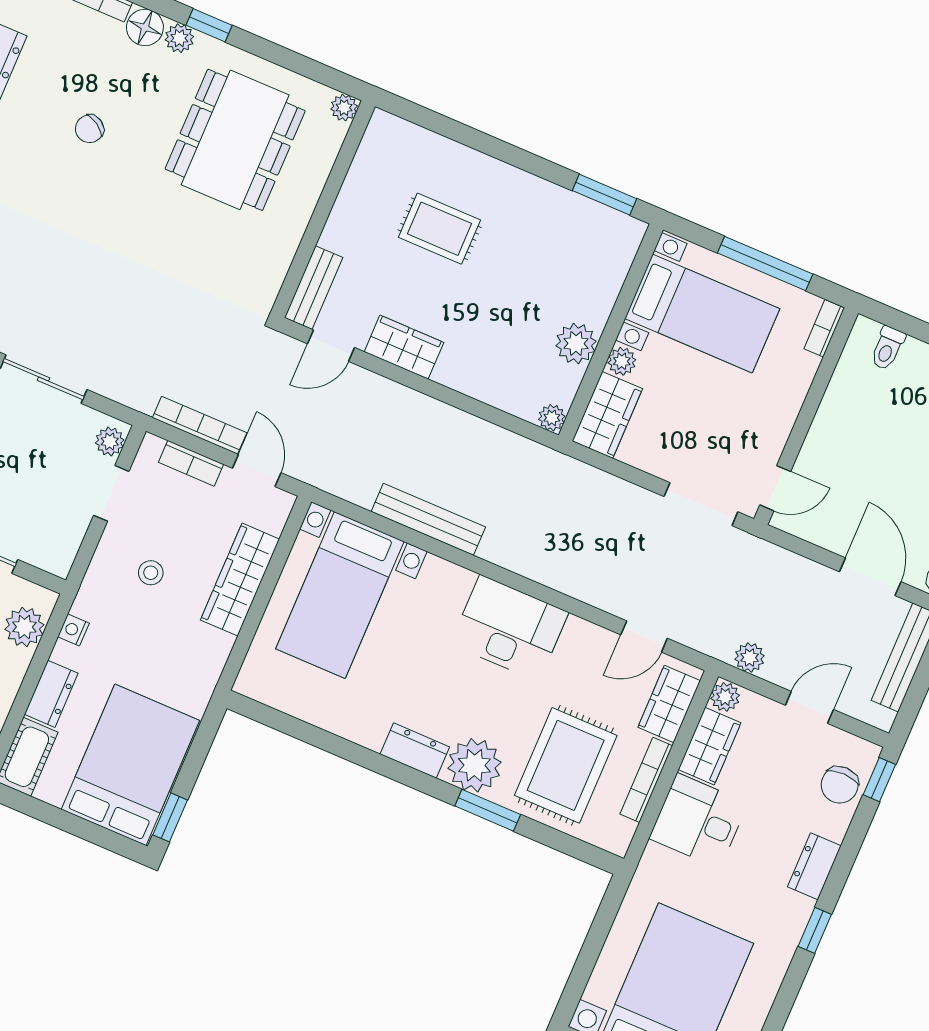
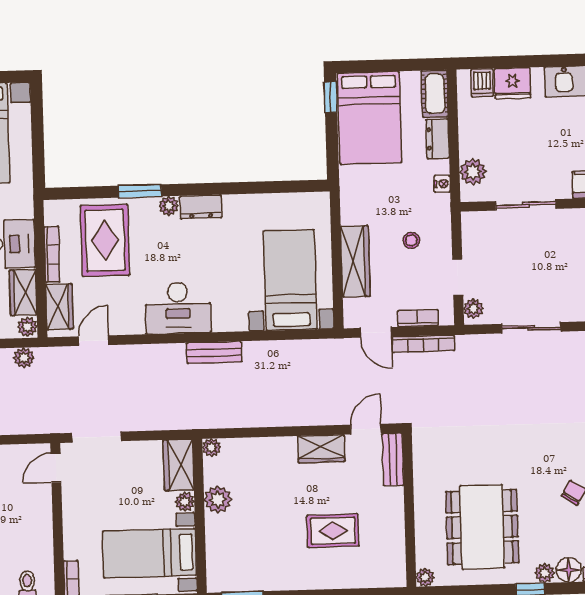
bench: (428, 519) -> (214, 352), moved, width x0.73
plant: (474, 765) -> (169, 206), width x0.53, depth x0.53

